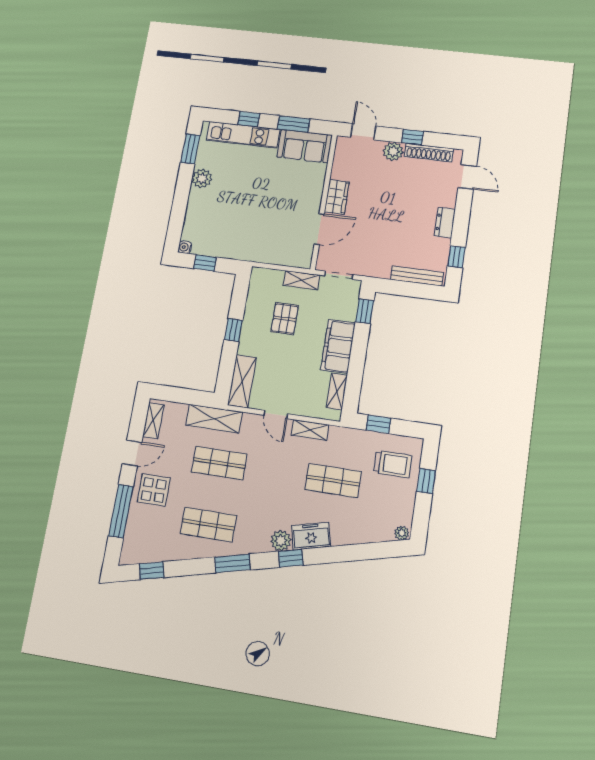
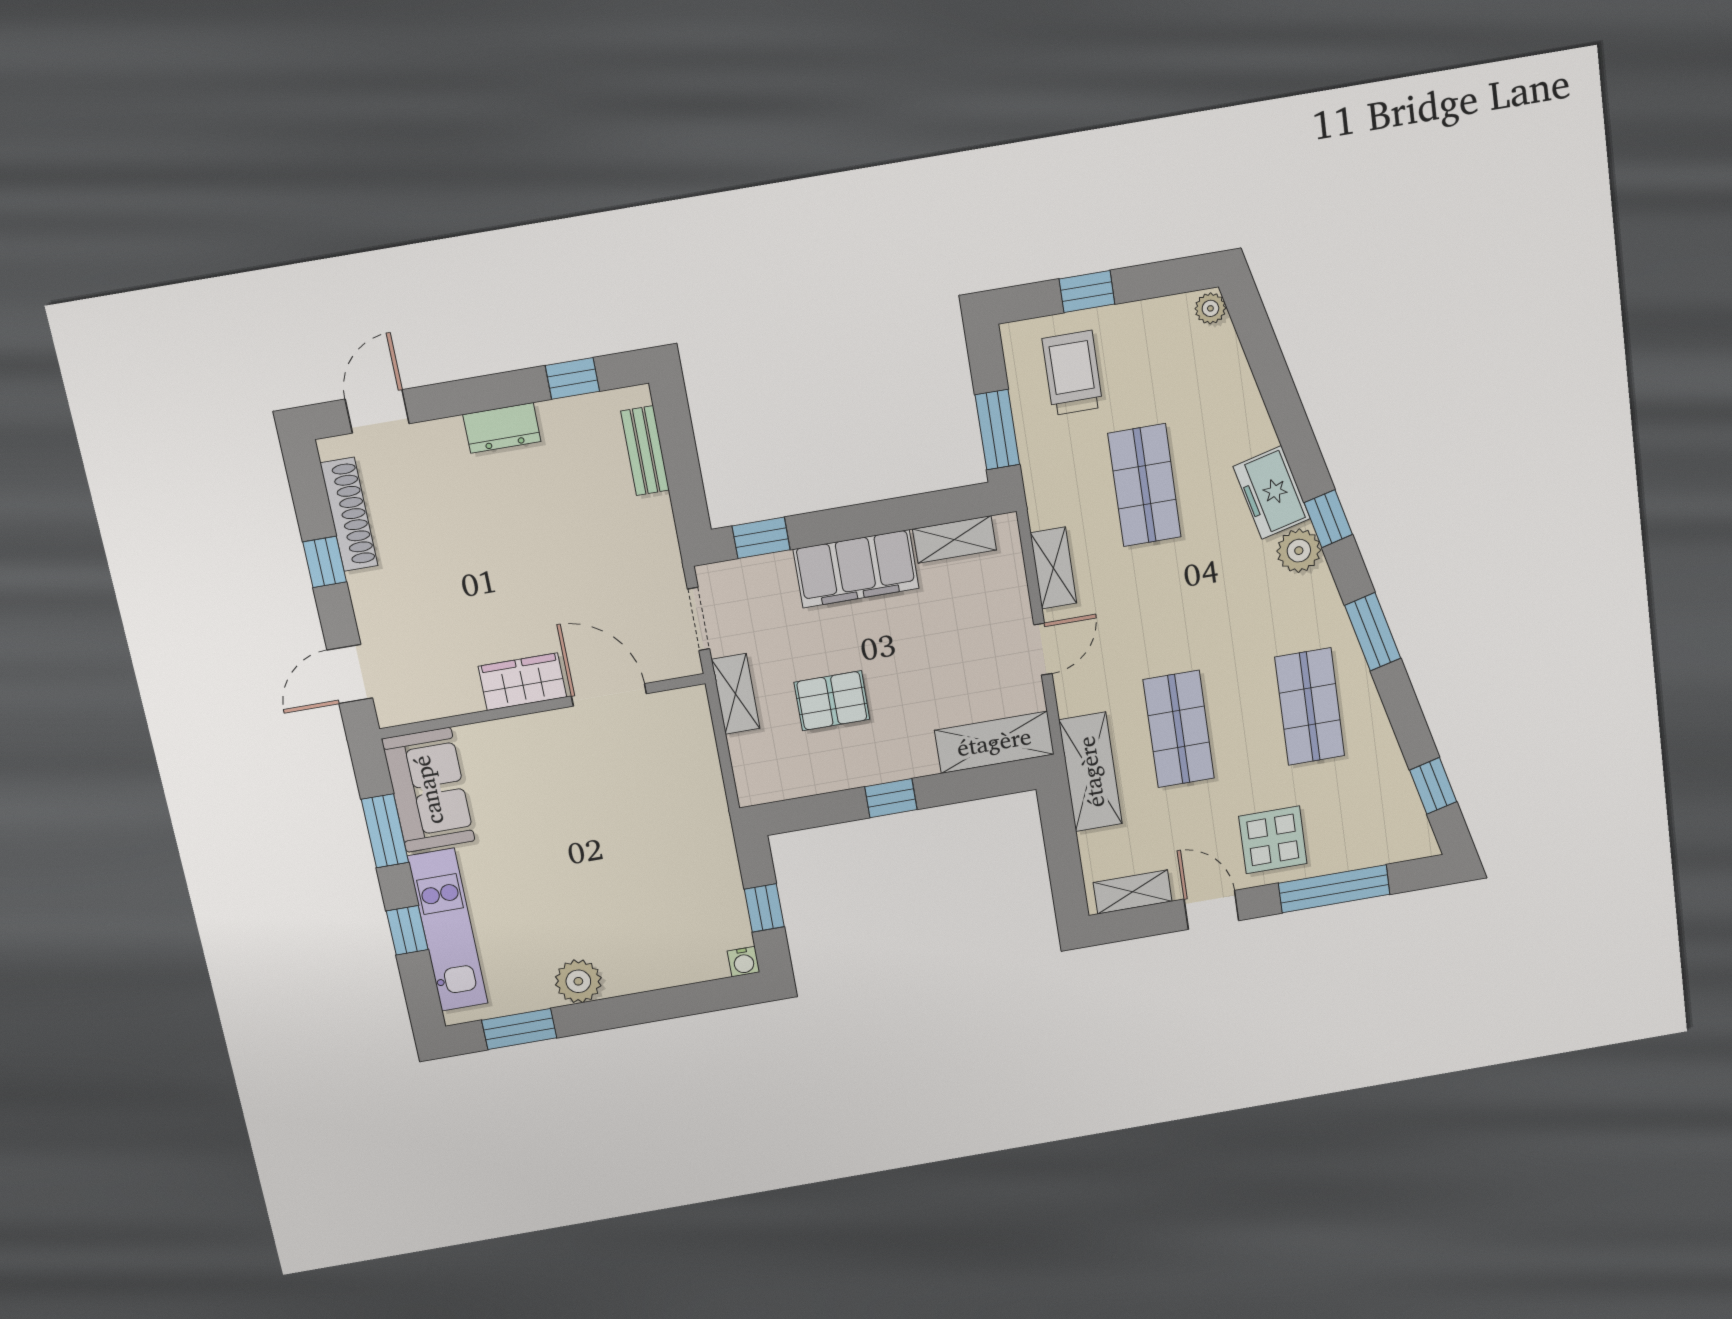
plant: (393, 151) -> (374, 594), removed
bench: (417, 276) -> (645, 451), width x0.73
window: (378, 424) -> (997, 430), width x1.50

